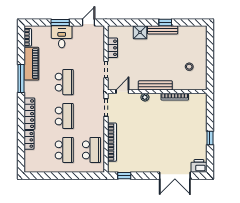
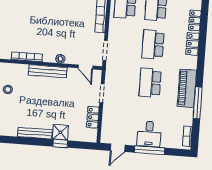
window: (60, 23) -> (150, 150), width x1.44
window: (165, 23) -> (60, 143), moved
piano: (31, 64) -> (187, 88), moved
window: (21, 79) -> (198, 103), moved
door: (122, 92) -> (85, 67), hinge flipped
locker: (29, 114) -> (193, 44), width x0.66

